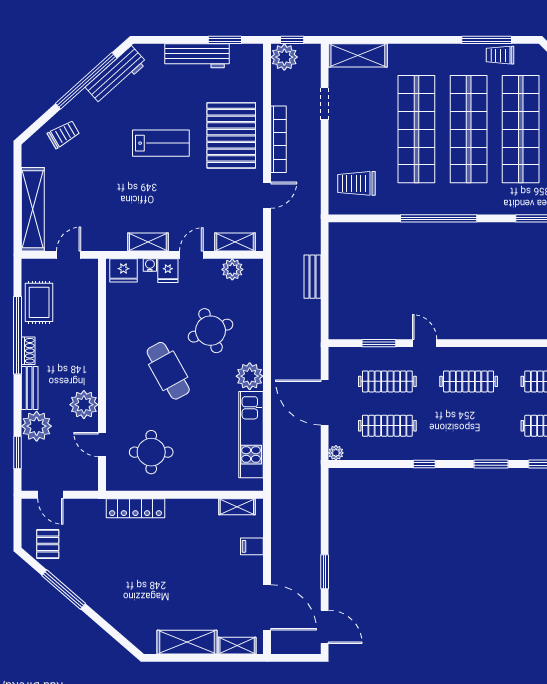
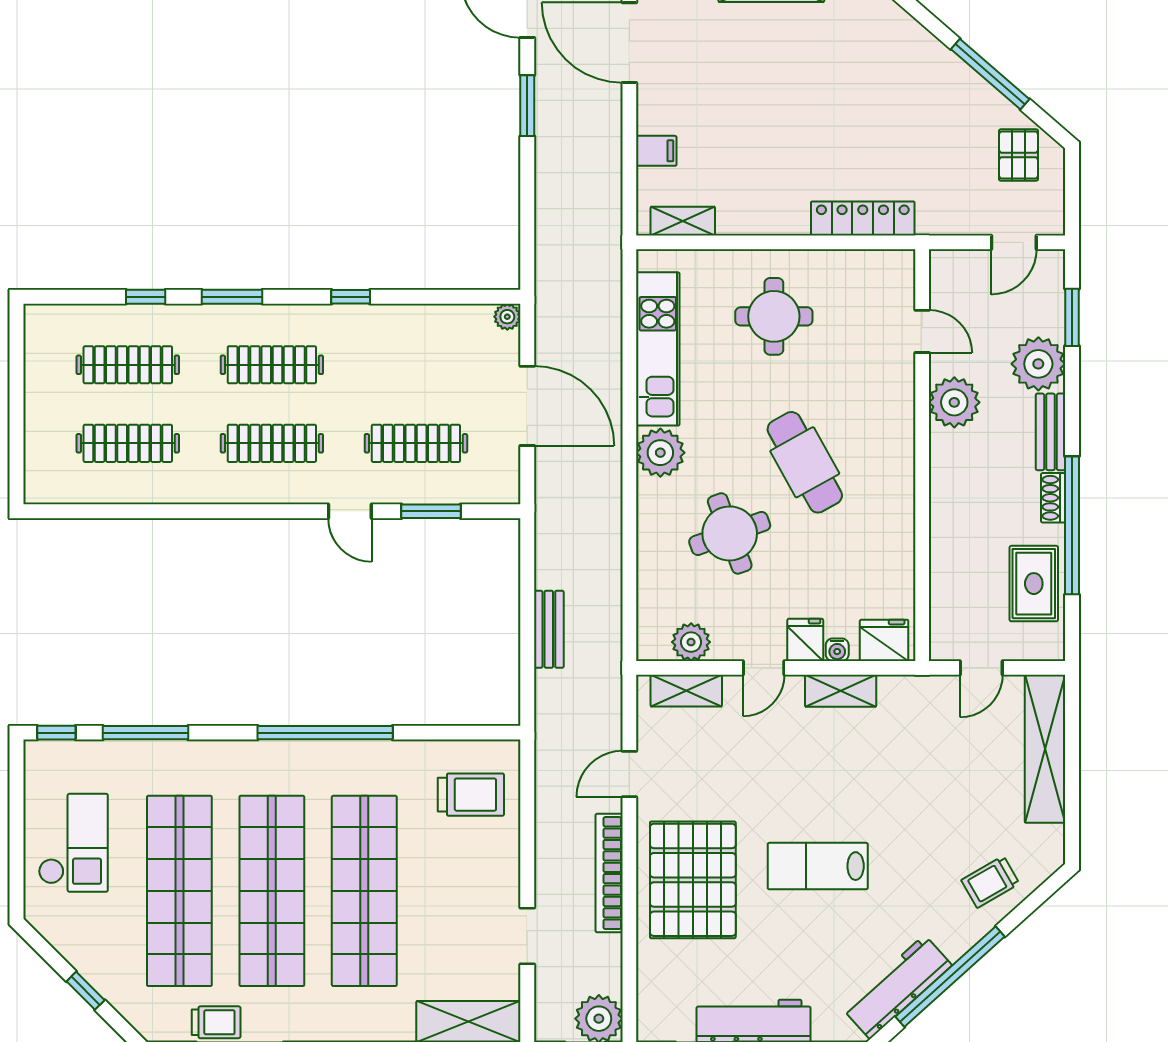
clothes rail: (387, 426) -> (272, 365), moved
round table: (151, 452) -> (774, 316), moved
door: (50, 495) -> (1014, 242), swing flipped

